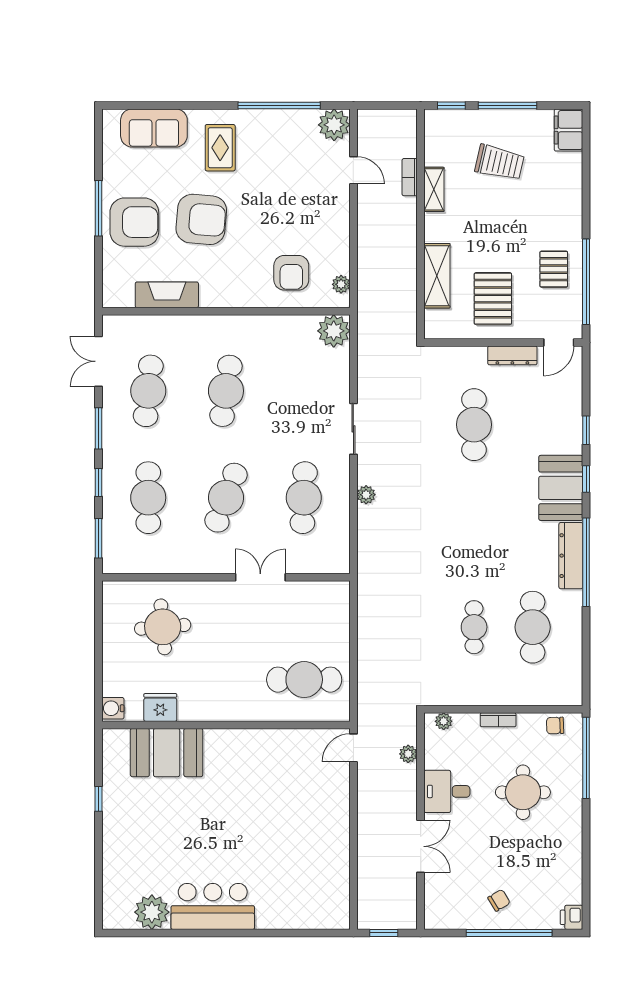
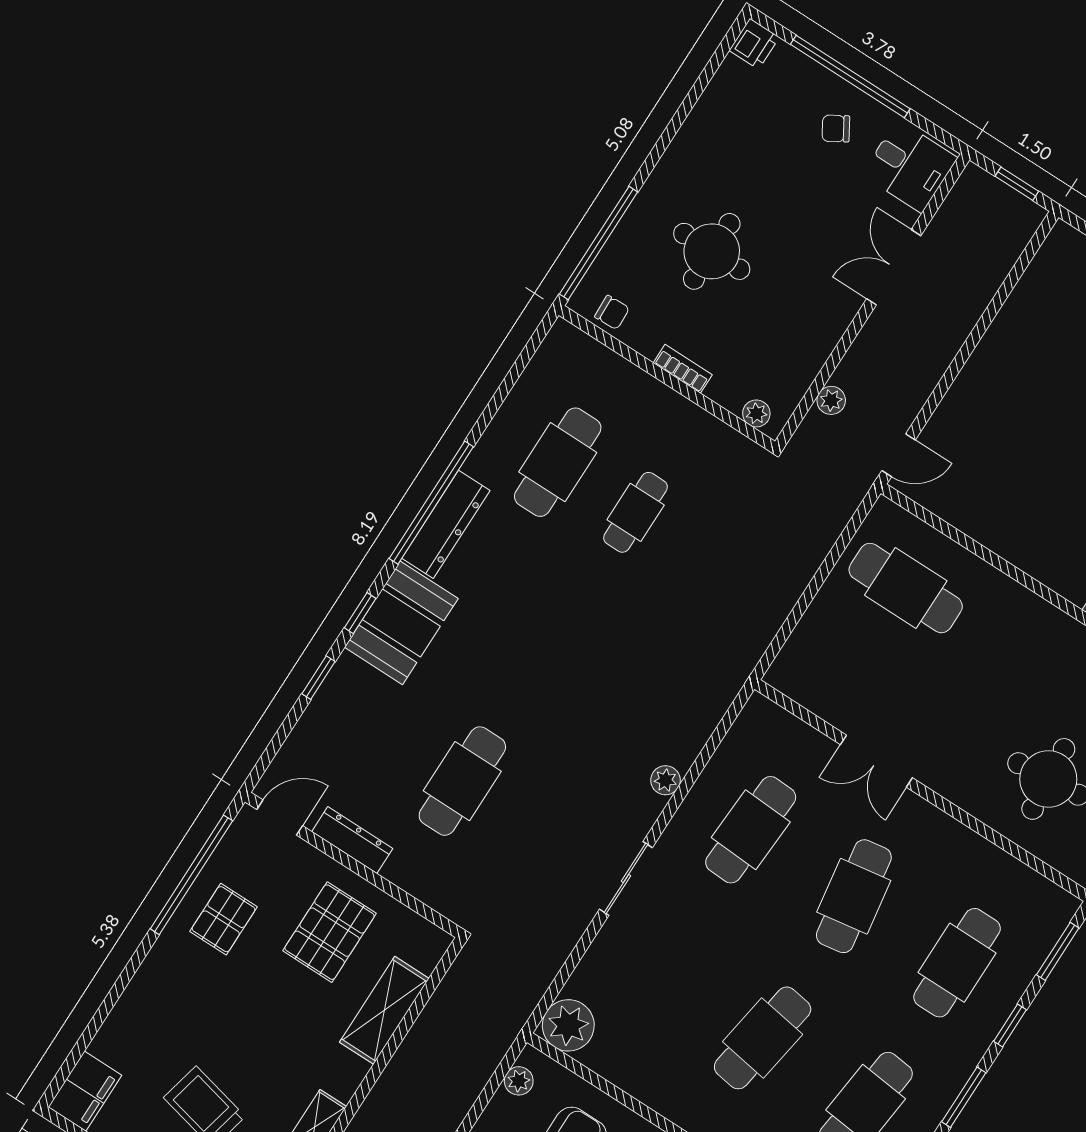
cafe table: (226, 498) -> (854, 896), turned -30
desk: (447, 791) -> (910, 166), moved

